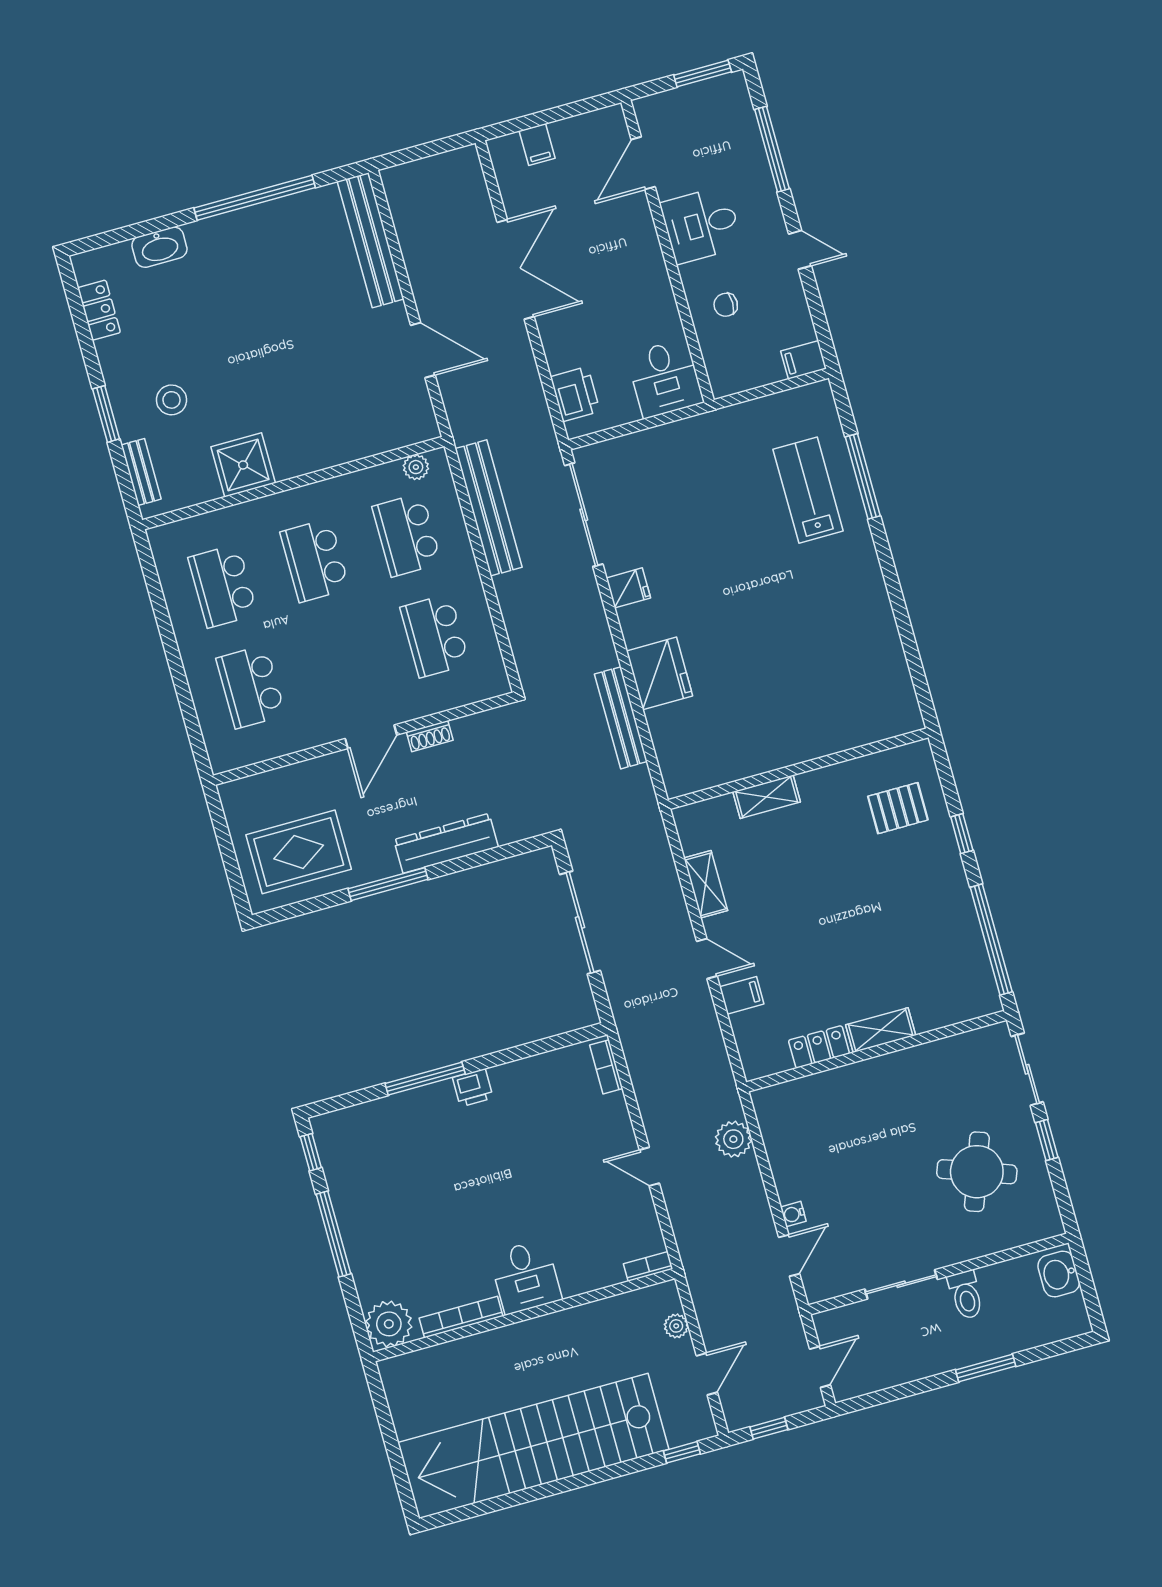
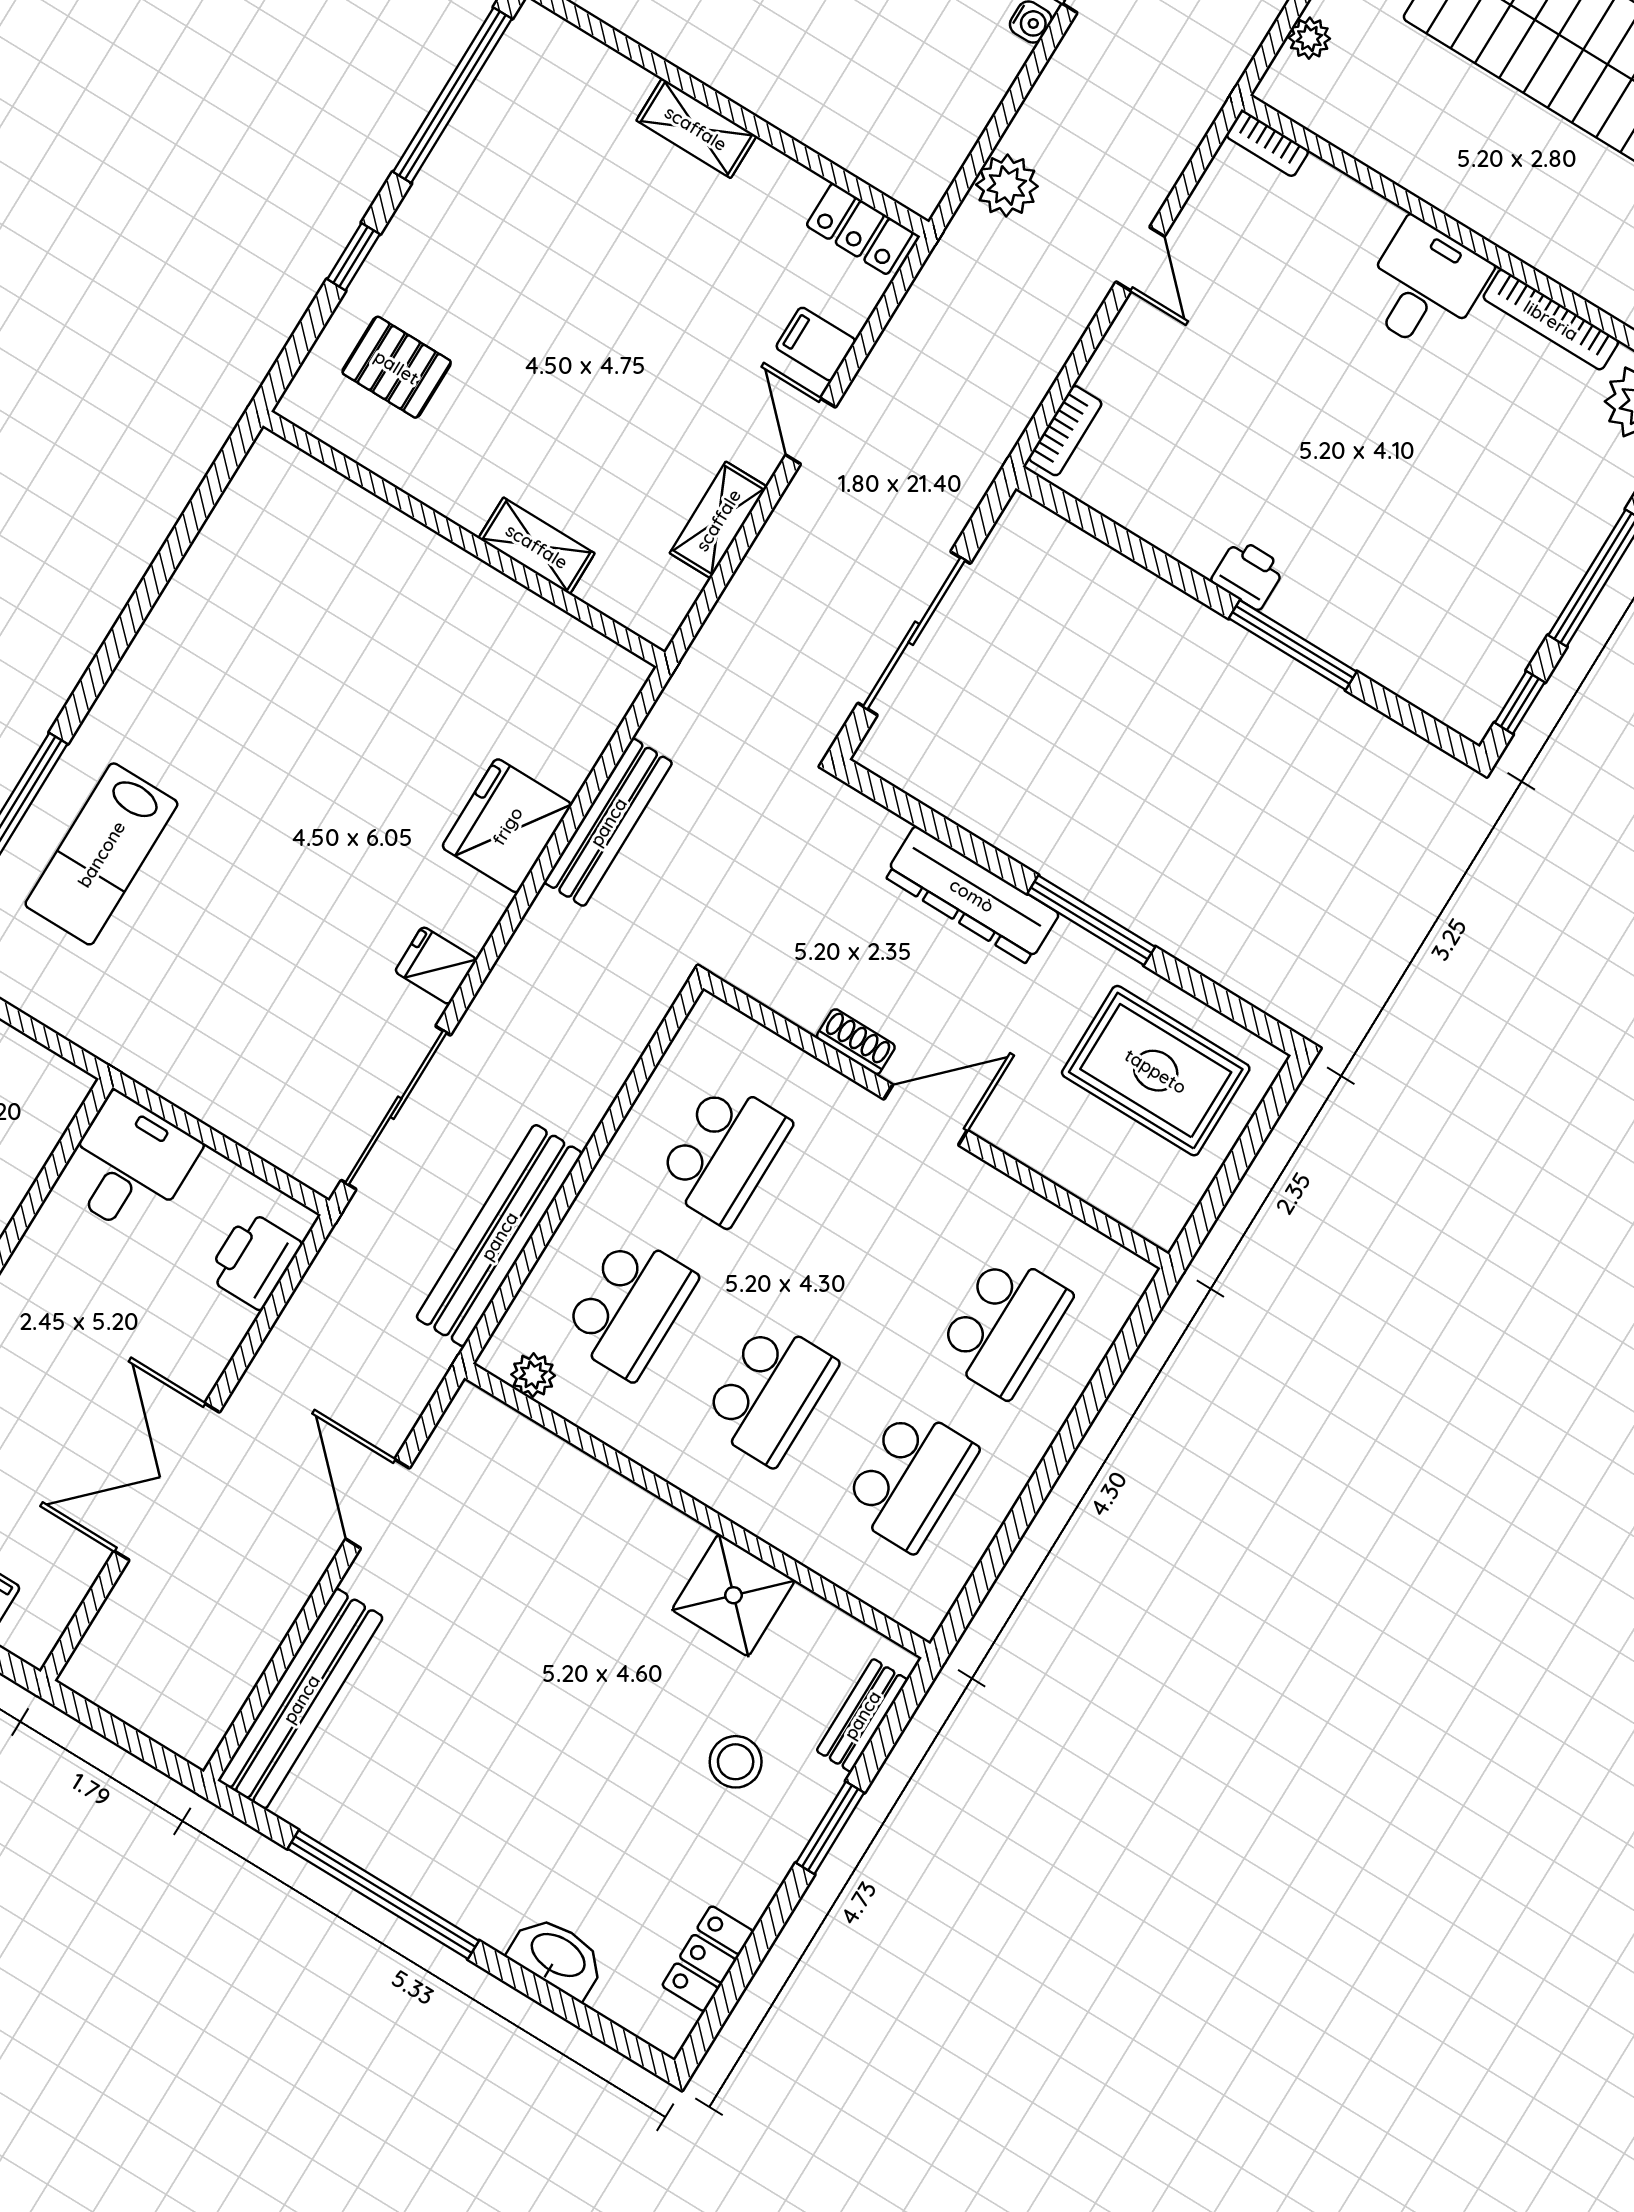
locker: (819, 1047) -> (860, 229), moved

